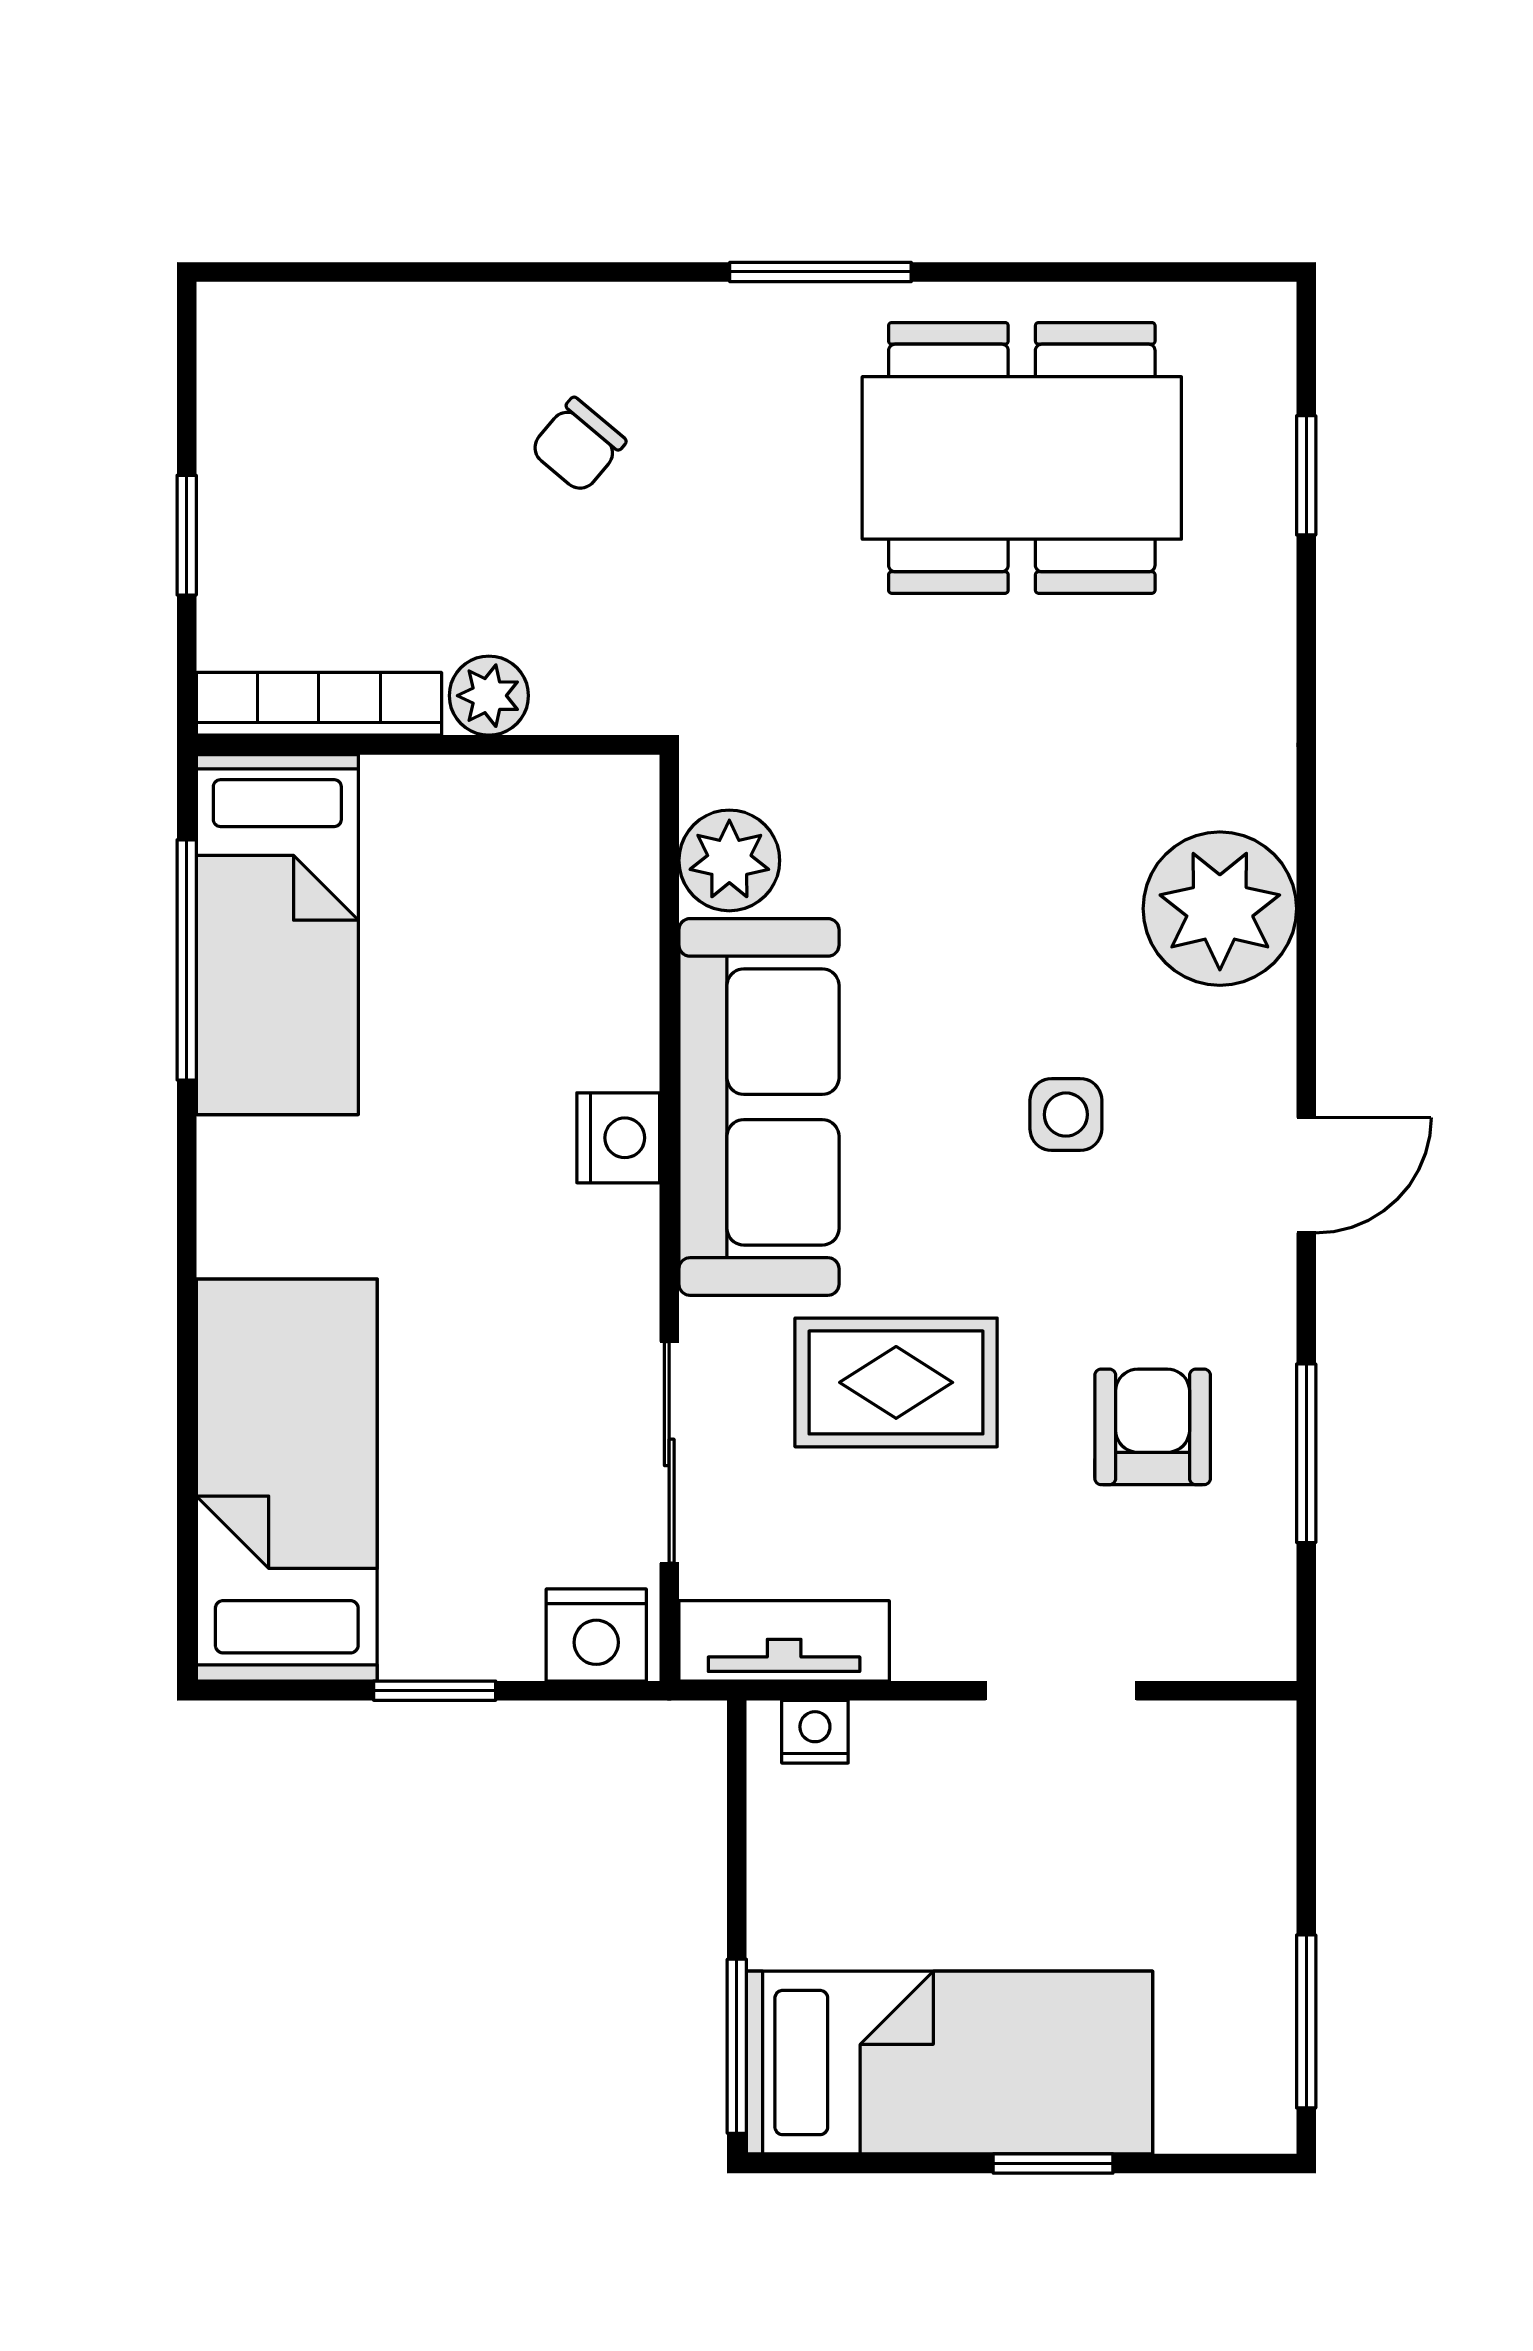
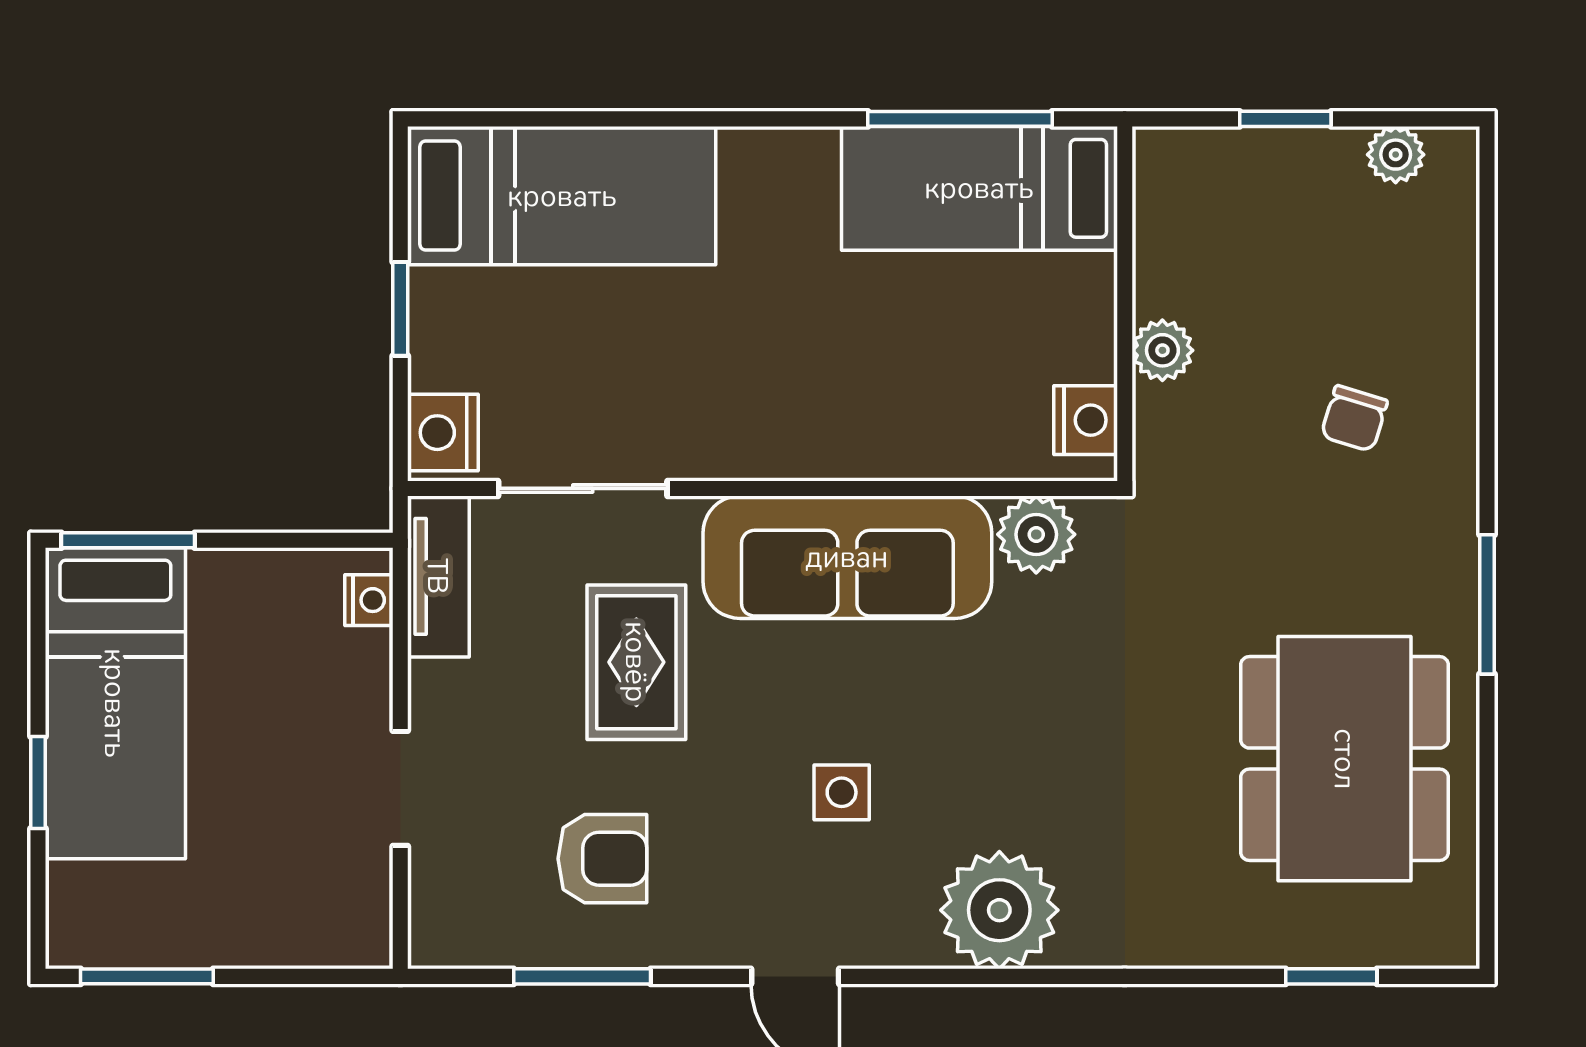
plant: (233, 391) -> (1396, 155), added
chair: (578, 445) -> (1354, 418), turned -113
bookcase: (319, 704) -> (1156, 220), removed
nightstand: (618, 1138) -> (1086, 420), moved, turned -90

